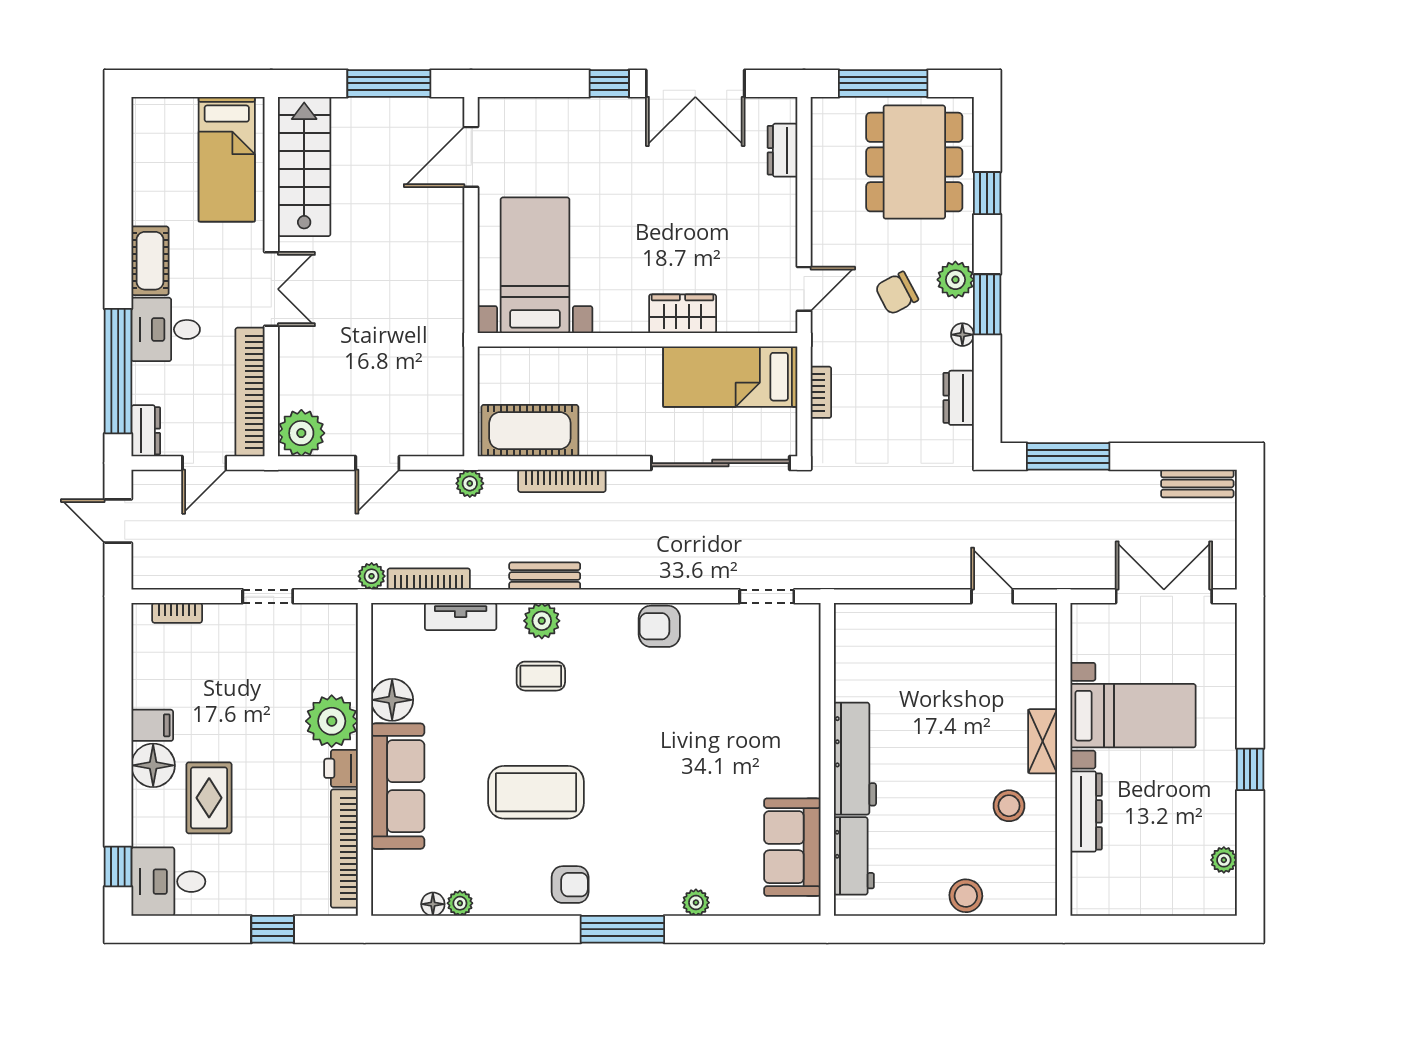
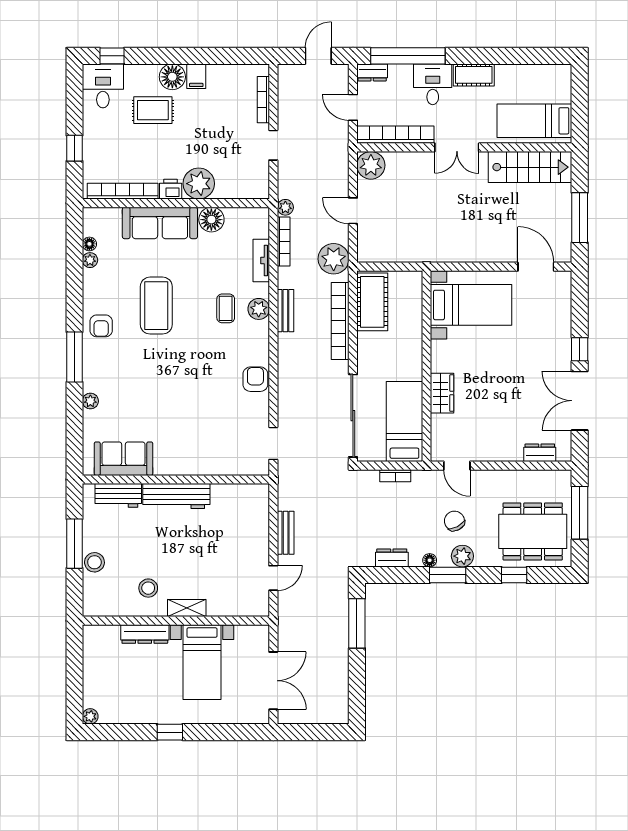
bookcase: (562, 481) -> (340, 321), width x1.48, depth x1.31
plant: (470, 483) -> (334, 259), width x1.88, depth x1.88
bench: (1197, 484) -> (286, 533), moved
bookcase: (177, 613) -> (263, 100), width x1.56
plant: (1224, 860) -> (90, 716), moved
window: (935, 929) -> (74, 544), added

